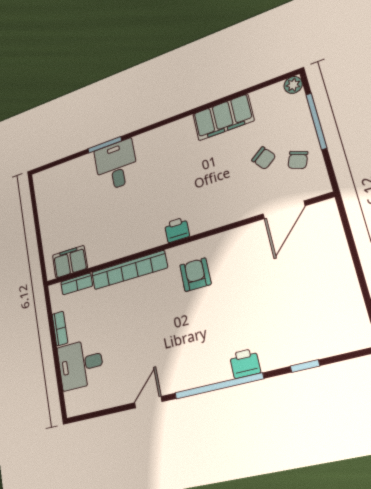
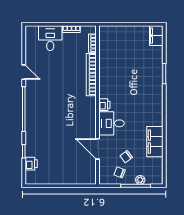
plant: (293, 85) -> (140, 180), moved
desk: (116, 165) -> (112, 123), moved, turned 180
door: (284, 210) -> (98, 149), moved
filing cabinet: (70, 262) -> (156, 36), moved, turned 180
armchair: (195, 275) -> (79, 109), removed
printer: (245, 363) -> (31, 164), moved

